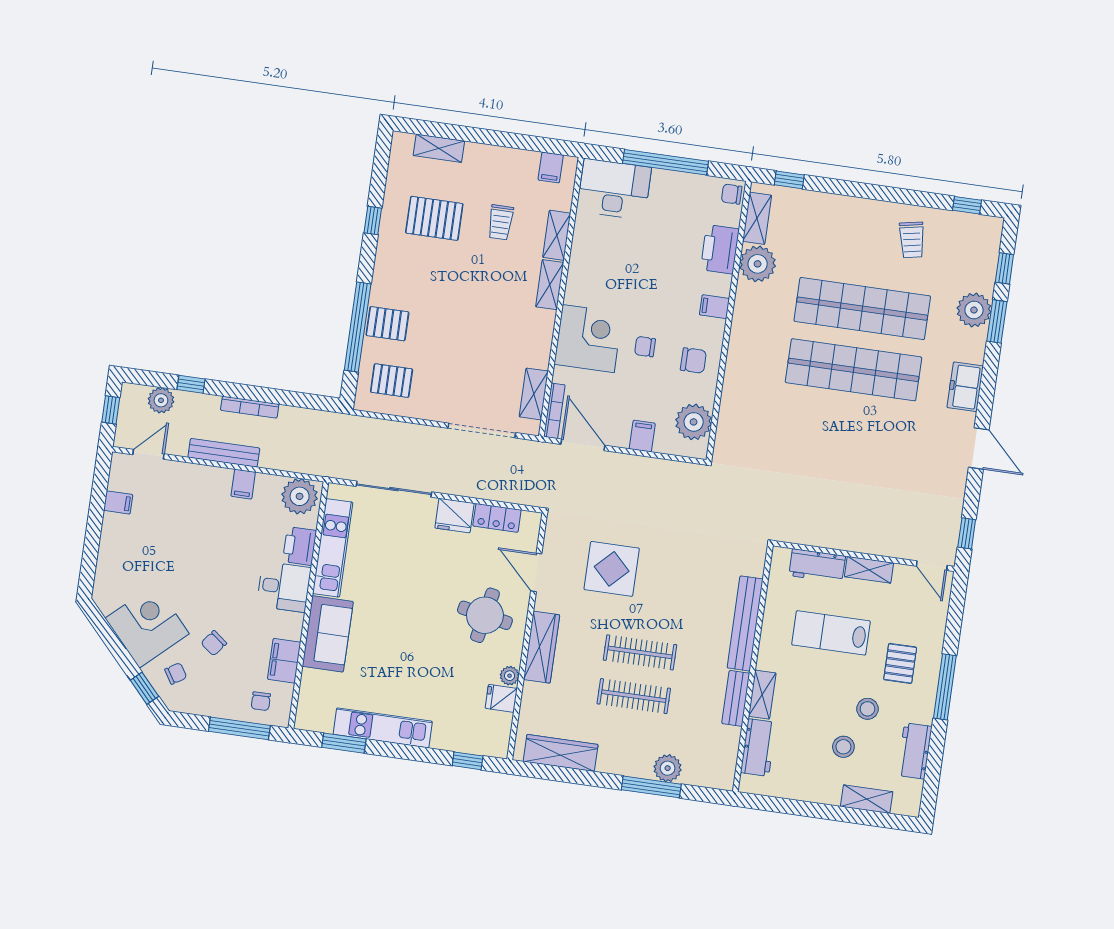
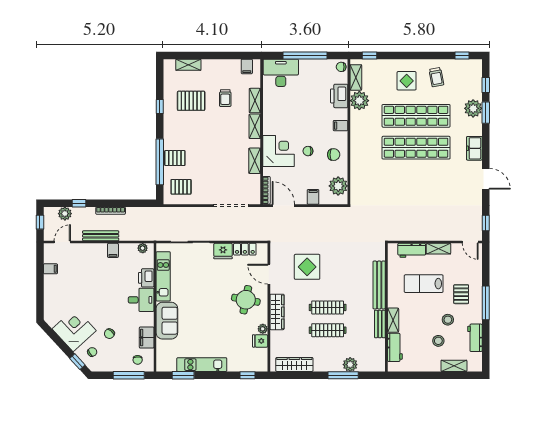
display table: (853, 239) -> (407, 81), added
shelving: (534, 394) -> (255, 161), moved
plant: (300, 496) -> (143, 248), width x0.53, depth x0.53

